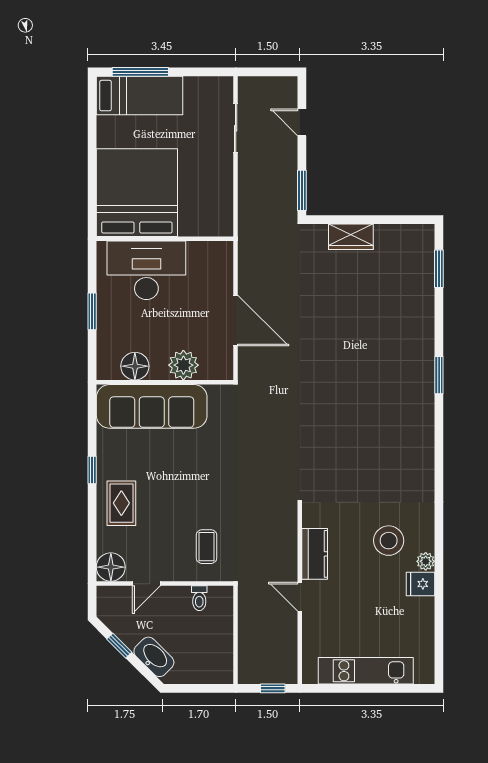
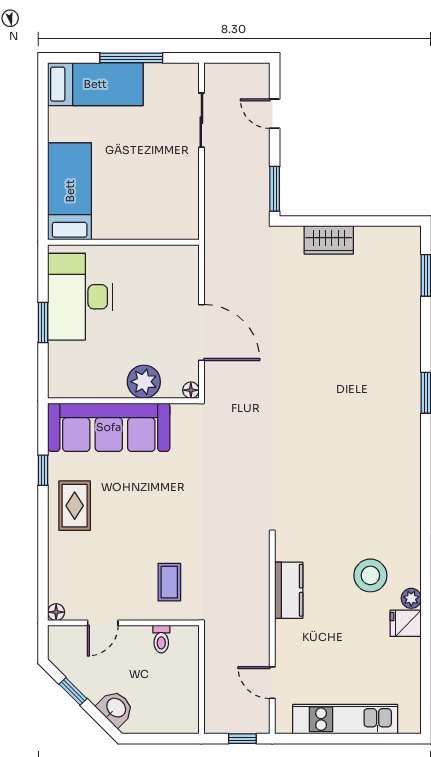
window: (140, 72) -> (131, 58), moved
bed: (137, 193) -> (70, 191), width x0.49
desk: (146, 270) -> (80, 297), moved, turned -90
floor lamp: (135, 366) -> (191, 390), moved, width x0.53, depth x0.53
window: (92, 470) -> (43, 470), moved
rug: (121, 503) -> (75, 506), moved
floor lamp: (111, 567) -> (56, 612), width x0.53, depth x0.53
door: (300, 597) -> (272, 683), moved
washbasin: (154, 657) -> (116, 708), width x0.72

